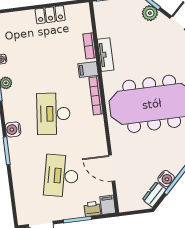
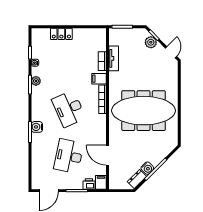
locker: (50, 15) -> (61, 34), moved
tv unit: (106, 55) -> (114, 58), moved
desk: (53, 114) -> (69, 109), turned -30
water cooler: (13, 129) -> (37, 127), moved

